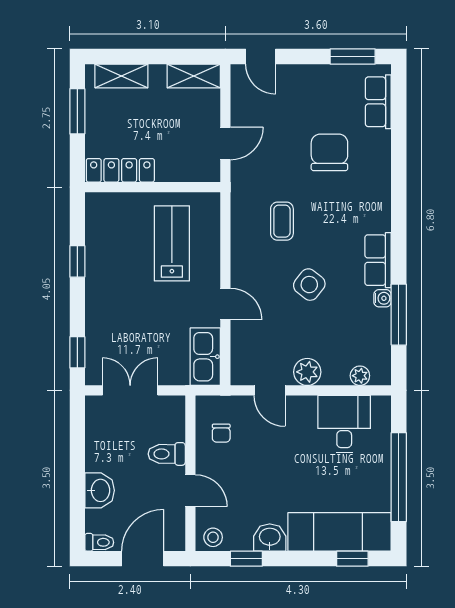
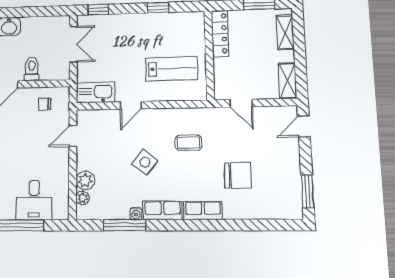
row of seats: (378, 102) -> (203, 210), moved
plant: (307, 372) -> (85, 180), moved
desk: (344, 424) -> (34, 200), moved, turned 90

